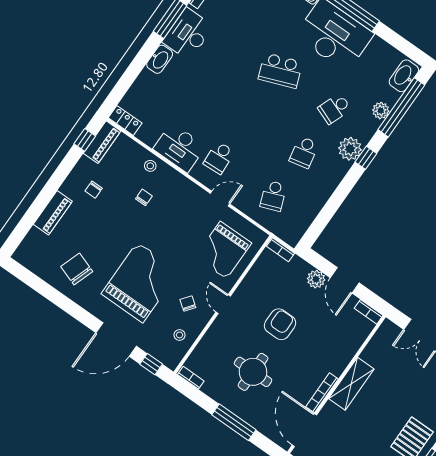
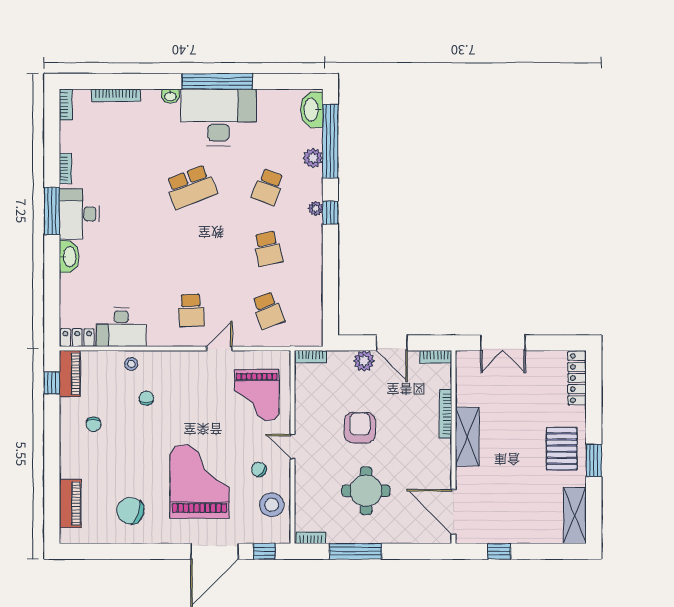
desk: (179, 148) -> (121, 327), moved
plant: (350, 149) -> (316, 208), width x0.53, depth x0.53
piano: (53, 213) -> (70, 503), moved
stool: (179, 335) -> (272, 505), width x1.89, depth x1.89
bookcase: (322, 393) -> (445, 414), moved
window: (234, 422) -> (355, 551), moved

